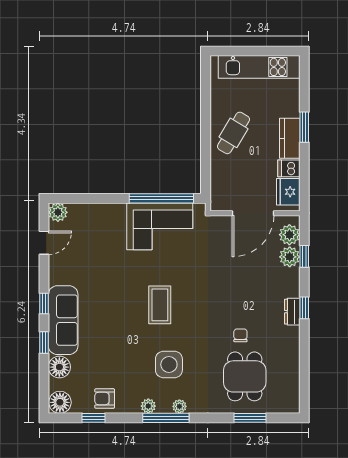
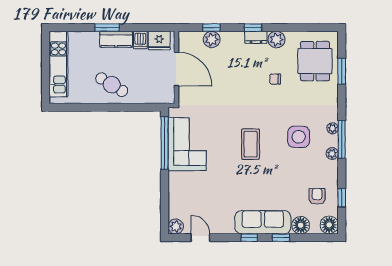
plant: (289, 235) -> (276, 40), moved
coffee table: (160, 305) -> (250, 144), turned 90
dining table: (245, 376) -> (315, 61), moved, turned 90
armchair: (105, 399) -> (317, 196), moved, turned 180

